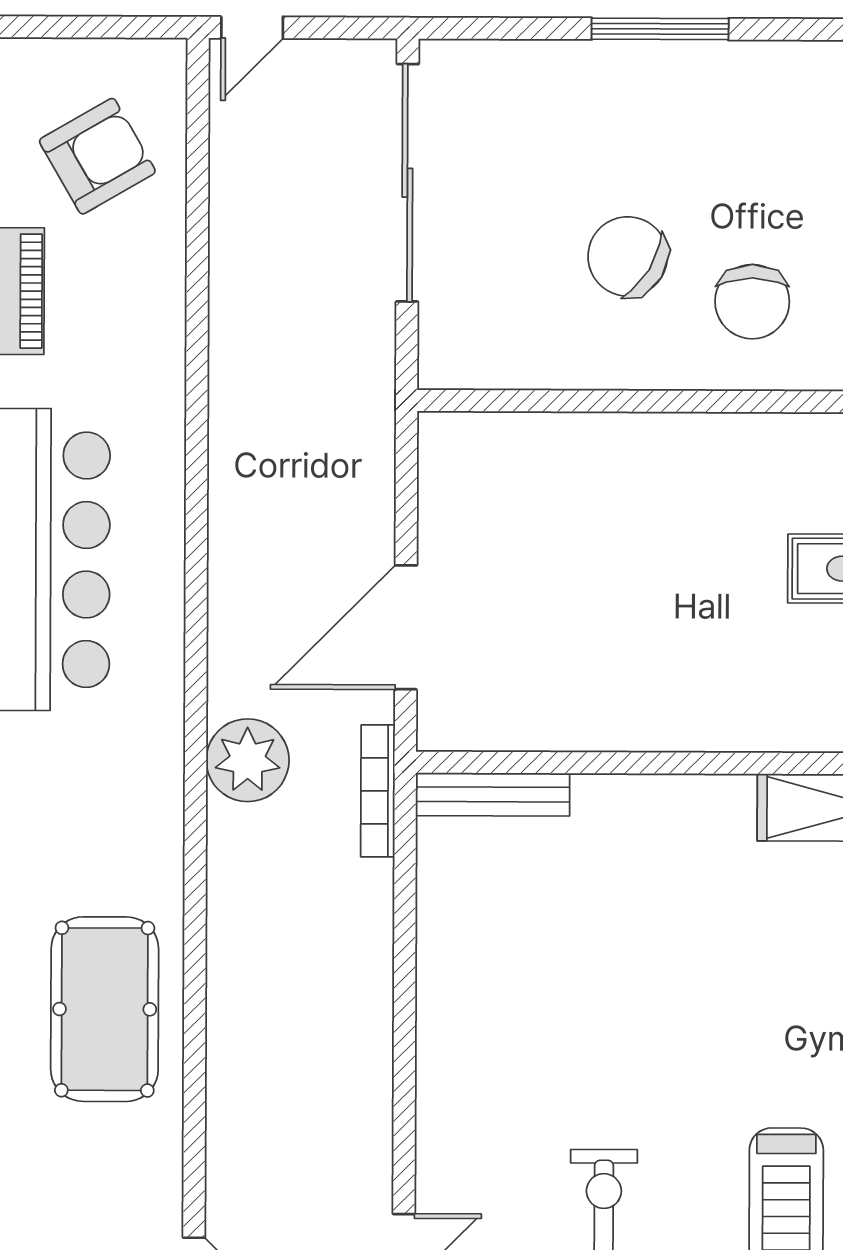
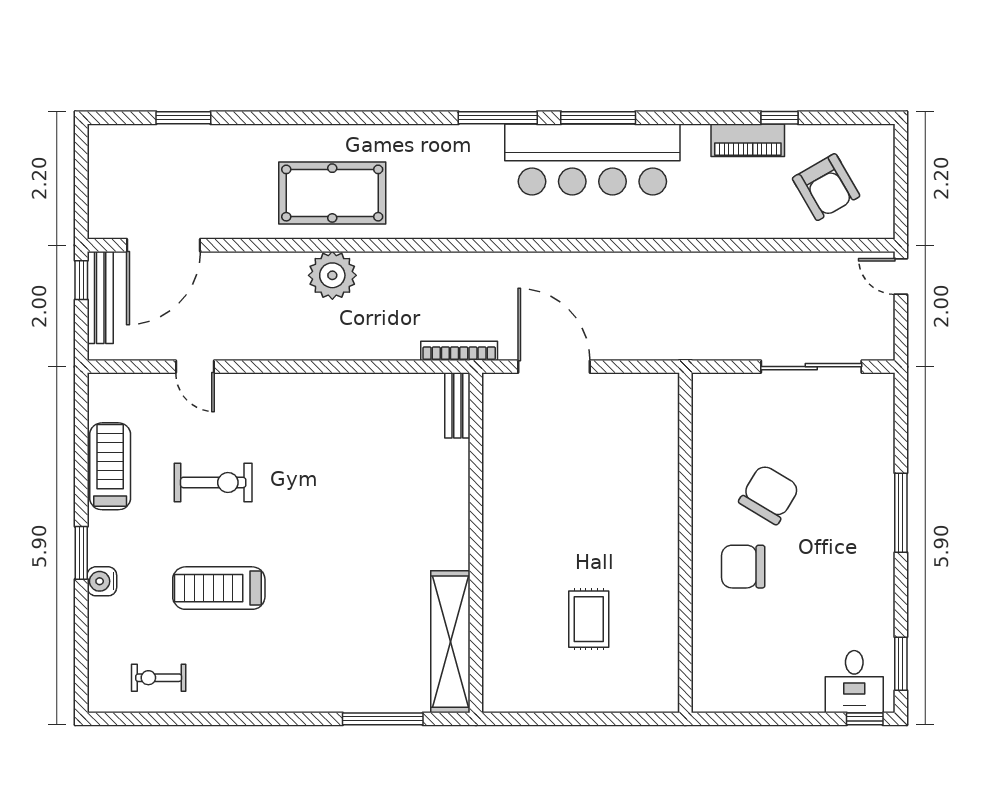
sliding door: (407, 183) -> (811, 367), width x0.73
plant: (248, 760) -> (332, 275), moved
bench: (493, 794) -> (457, 405), width x0.73

